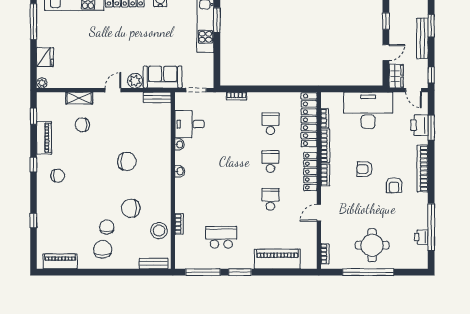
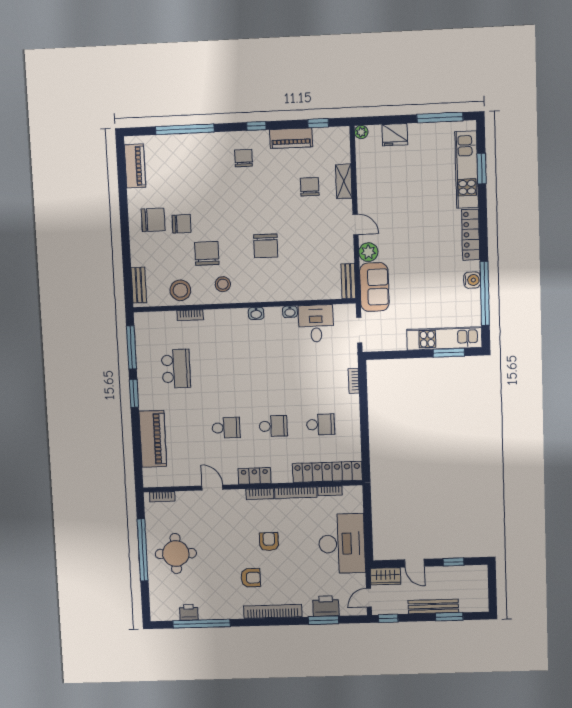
locker: (310, 172) -> (254, 476), width x0.66
chair: (58, 176) -> (243, 158), turned 180
armchair: (394, 185) -> (251, 578), turned 180
stool: (156, 197) -> (223, 284), added
window: (33, 221) -> (185, 129), width x3.17

